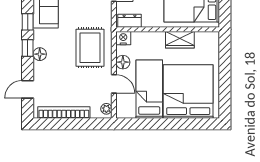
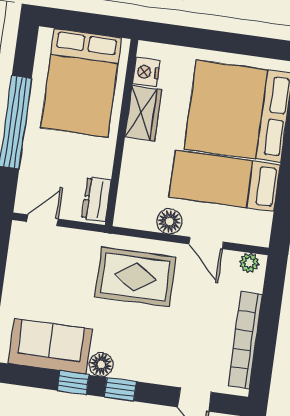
nightstand: (123, 38) -> (146, 72), moved
floor lamp: (40, 54) -> (101, 364), moved
door: (114, 84) -> (206, 243), swing flipped

